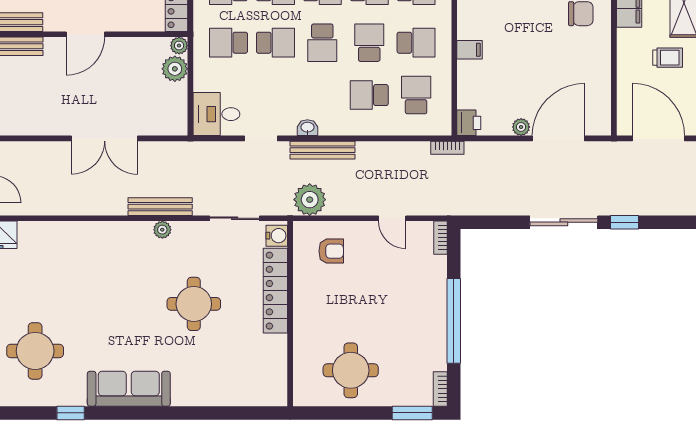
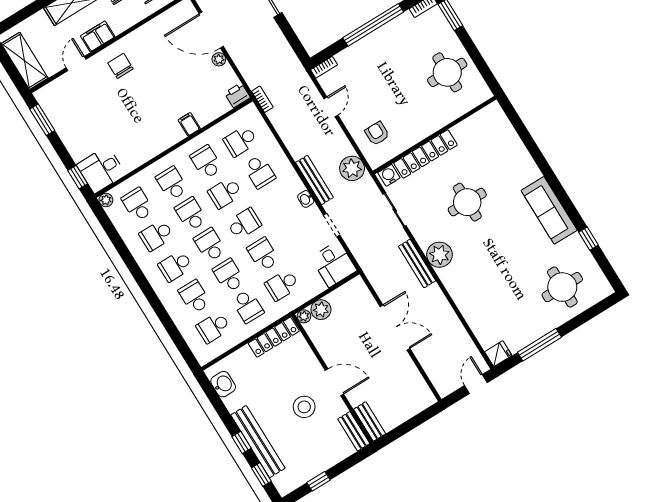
school desk: (229, 43) -> (282, 285), turned 90
plant: (162, 230) -> (439, 255), width x1.88, depth x1.88

